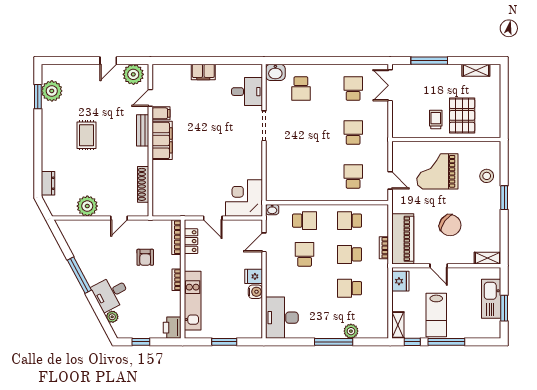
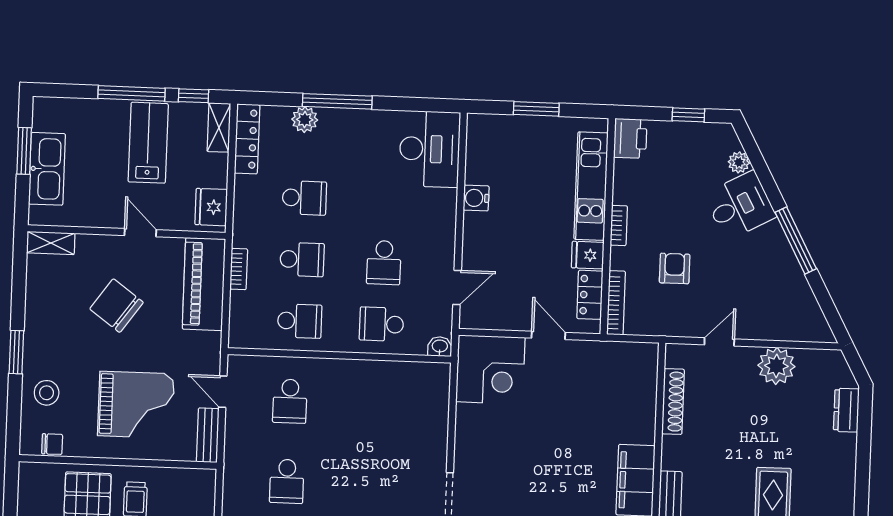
chair: (483, 148) -> (52, 444), added
bench: (397, 156) -> (208, 435), added
fridge: (254, 276) -> (588, 255), moved, turned 180
locker: (382, 319) -> (247, 139), added

